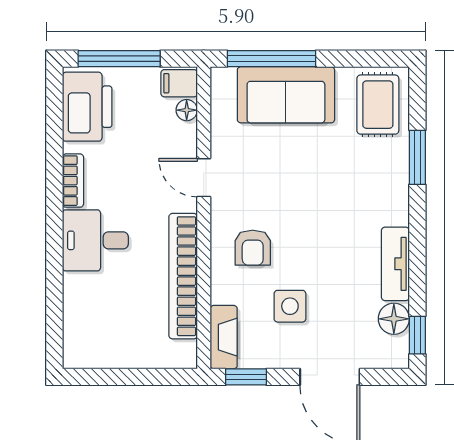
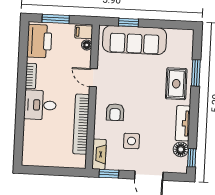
window: (119, 59) -> (56, 19), width x0.69
window: (272, 59) -> (128, 22), width x0.46
sofa: (286, 95) -> (134, 40), width x1.36
rug: (378, 105) -> (176, 84), moved

